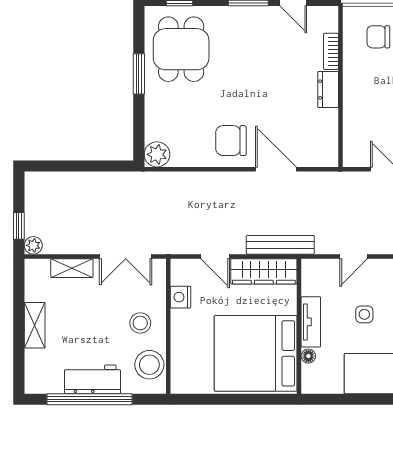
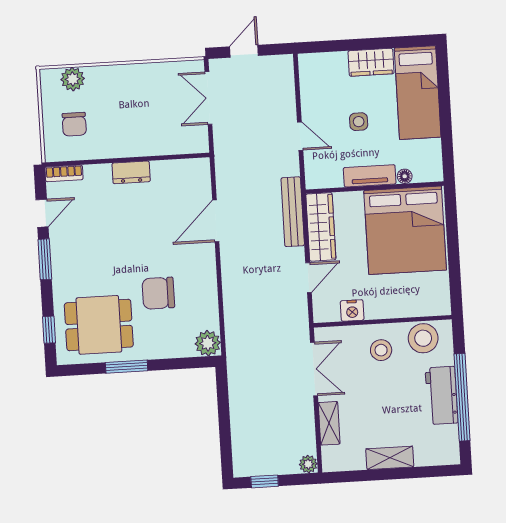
bookcase: (331, 51) -> (64, 173), moved
chair: (231, 141) -> (158, 293), moved, turned 90
window: (19, 226) -> (265, 481), moved

